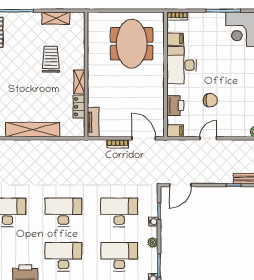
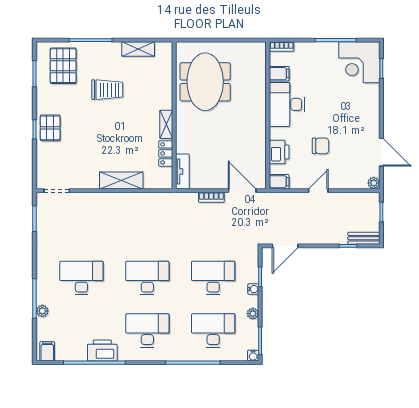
meeting table: (132, 44) -> (205, 82), moved
trolley: (51, 59) -> (107, 90), moved, turned 90
shelving: (33, 130) -> (121, 180), width x0.68

